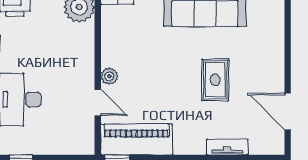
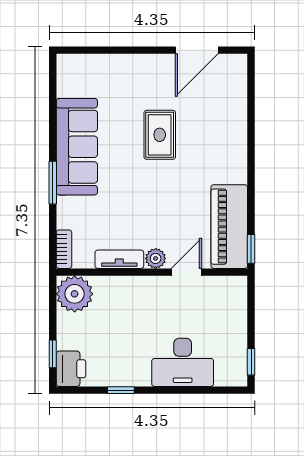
rug: (215, 80) -> (160, 135), turned 90
tv unit: (227, 147) -> (119, 259), moved, turned 90

